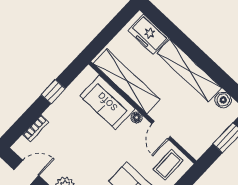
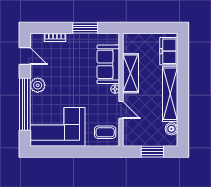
shelving: (127, 81) -> (130, 73), width x0.68
window: (53, 92) -> (85, 28), width x1.50
door: (161, 130) -> (121, 110), swing flipped

